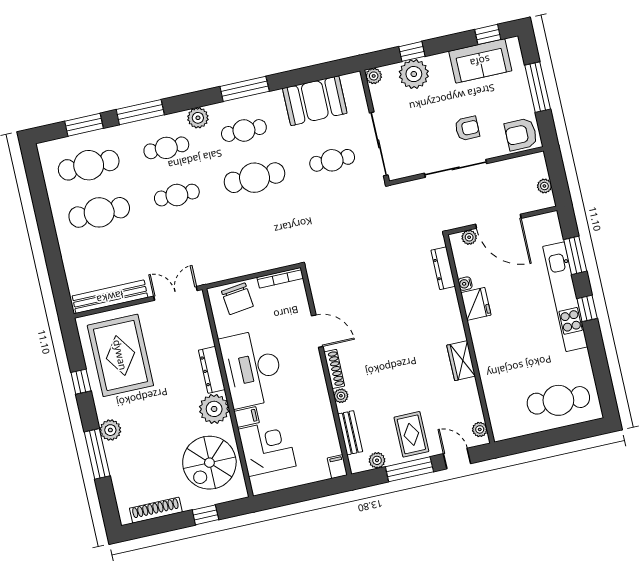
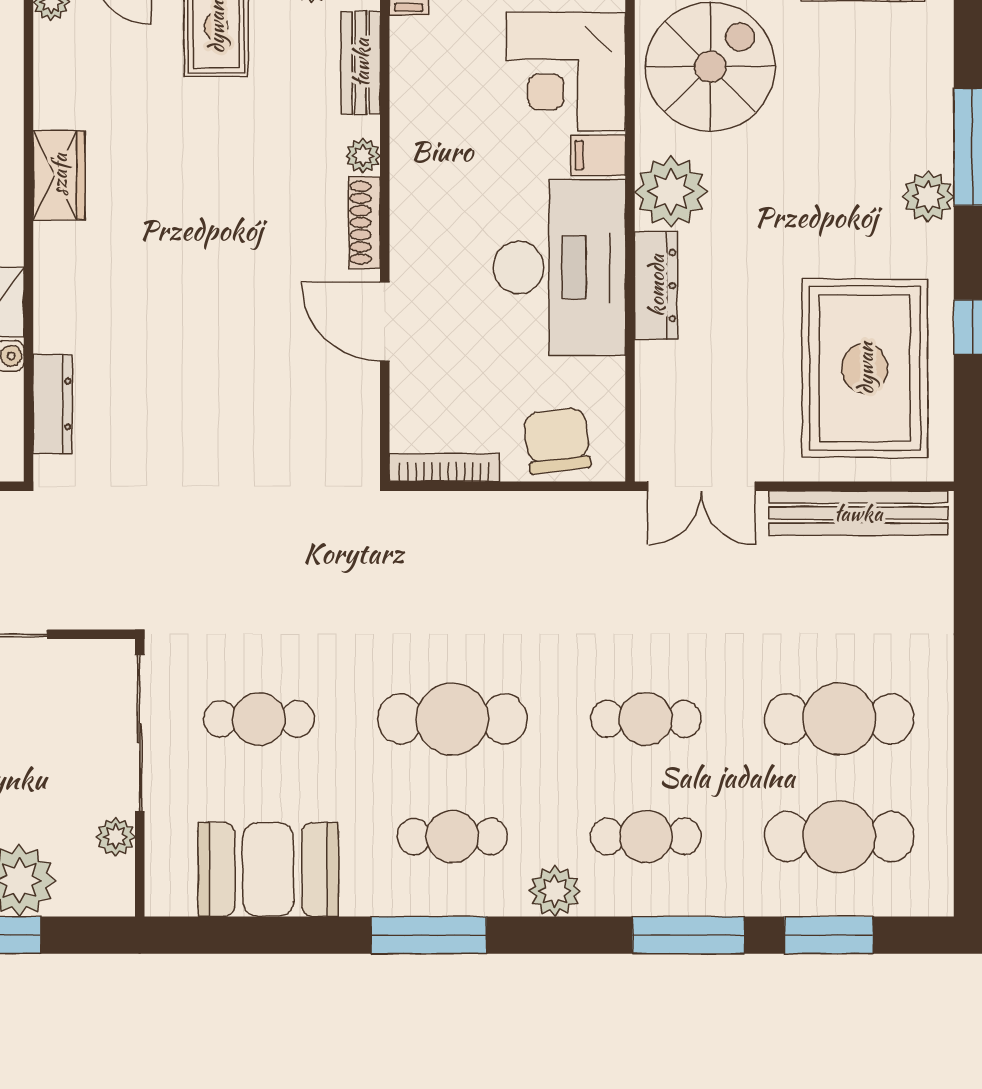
plant: (374, 76) -> (116, 837), moved

